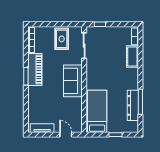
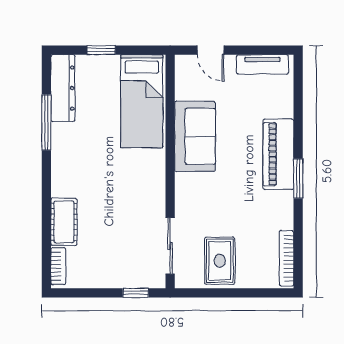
piano: (35, 70) -> (278, 154), moved
sofa: (73, 81) -> (195, 136), moved
dresser: (133, 105) -> (63, 88), moved

